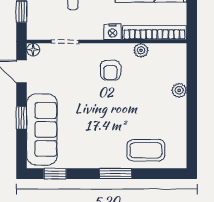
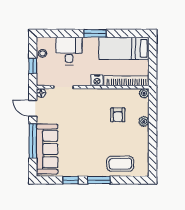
plant: (141, 50) -> (144, 93), moved
armchair: (110, 70) -> (118, 115), moved
window: (21, 118) -> (33, 141), width x2.17
window: (55, 174) -> (71, 180), moved

